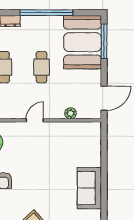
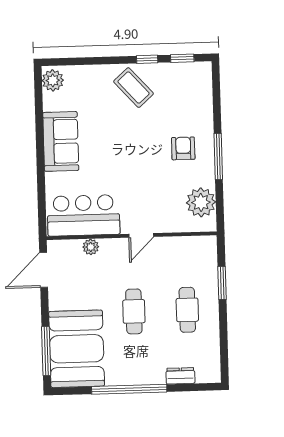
bar counter: (75, 136) -> (84, 215), added

